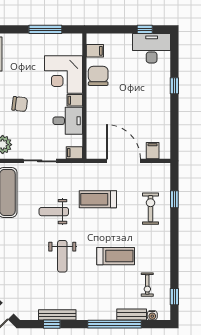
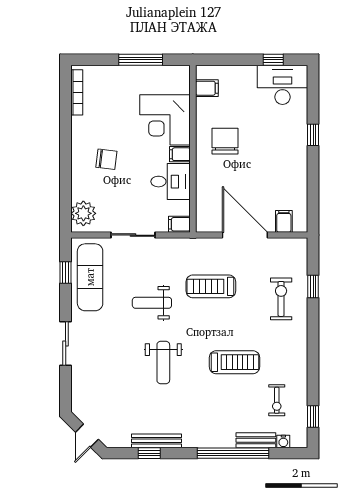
chair: (98, 76) -> (225, 141), moved

